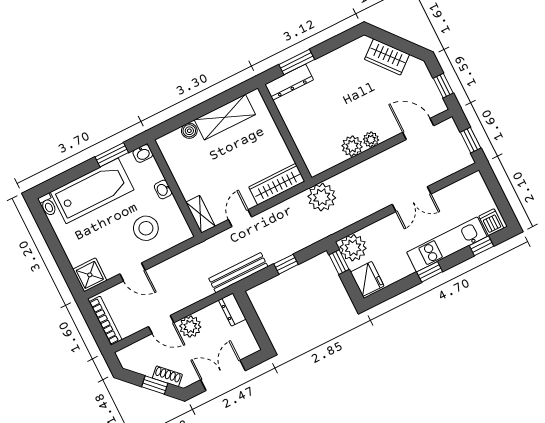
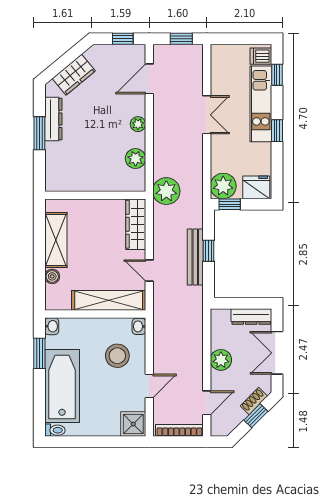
window: (297, 62) -> (39, 133), moved
dresser: (289, 82) -> (53, 119), moved
plant: (352, 146) -> (136, 159), moved
washbasin: (163, 189) -> (139, 326), moved, turned 90
shelving: (200, 214) -> (109, 300), width x2.20, depth x1.33
bench: (238, 273) -> (195, 257), moved
dresser: (232, 310) -> (251, 317), moved, width x1.44
door: (161, 325) -> (207, 403), moved

